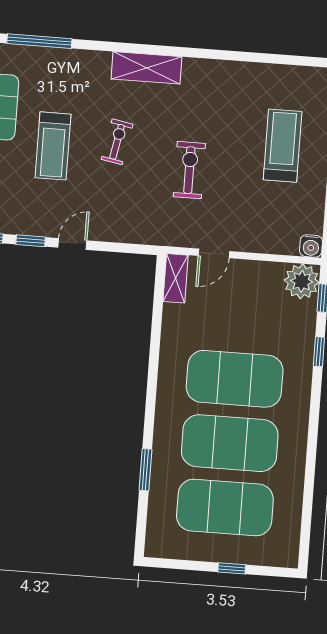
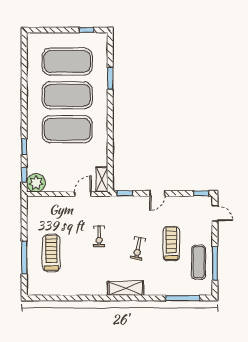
treadmill: (283, 146) -> (51, 253), turned 180
exercise bike: (189, 170) -> (99, 236), width x0.73, depth x0.72
window: (31, 241) -> (125, 193), moved
water cooler: (311, 246) -> (33, 202), removed
window: (232, 568) -> (87, 30), moved

